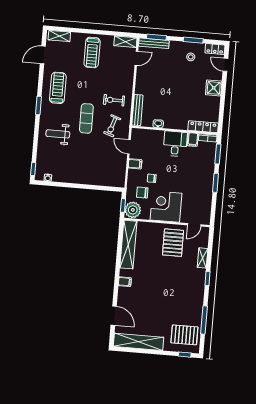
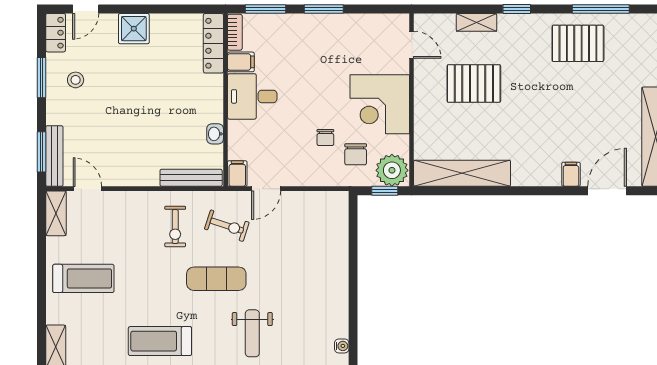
filing cabinet: (135, 164) -> (237, 174), moved
pallet: (173, 243) -> (474, 83), moved
filing cabinet: (125, 282) -> (571, 174), moved
pallet: (184, 335) -> (578, 43), moved, turned 90

